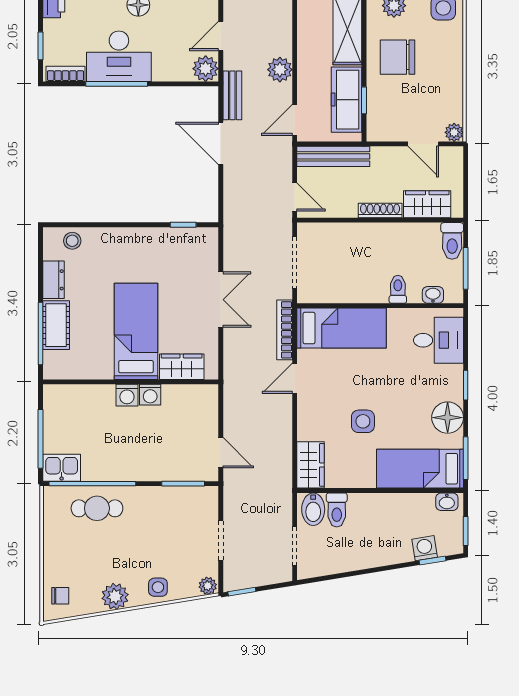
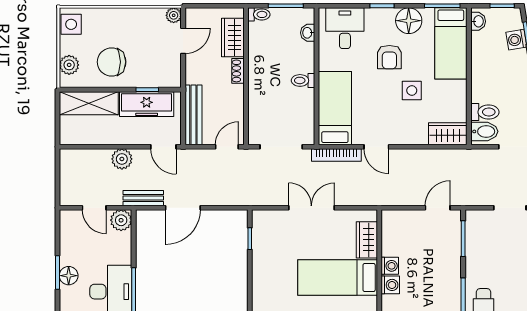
chair: (397, 57) -> (112, 62), turned 90
shoe rack: (380, 210) -> (238, 71), width x0.70
toilet: (452, 241) -> (259, 14), width x0.73, depth x0.72
toilet: (398, 289) -> (303, 80), moved
armchair: (403, 394) -> (389, 57), added

